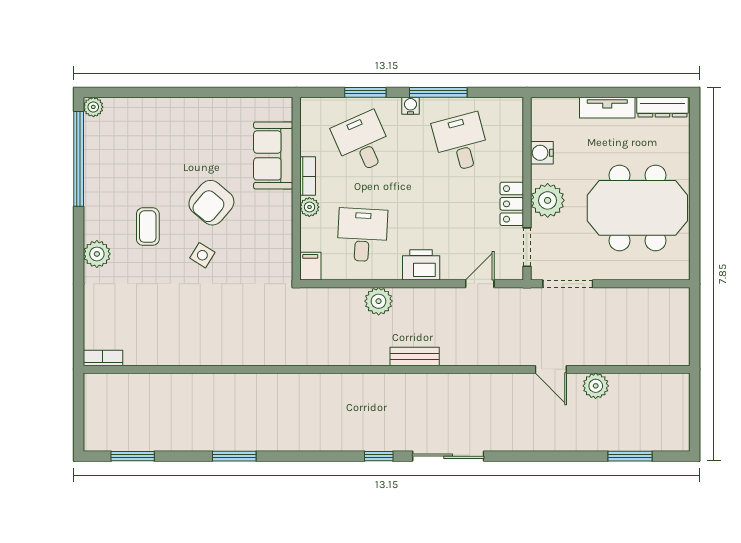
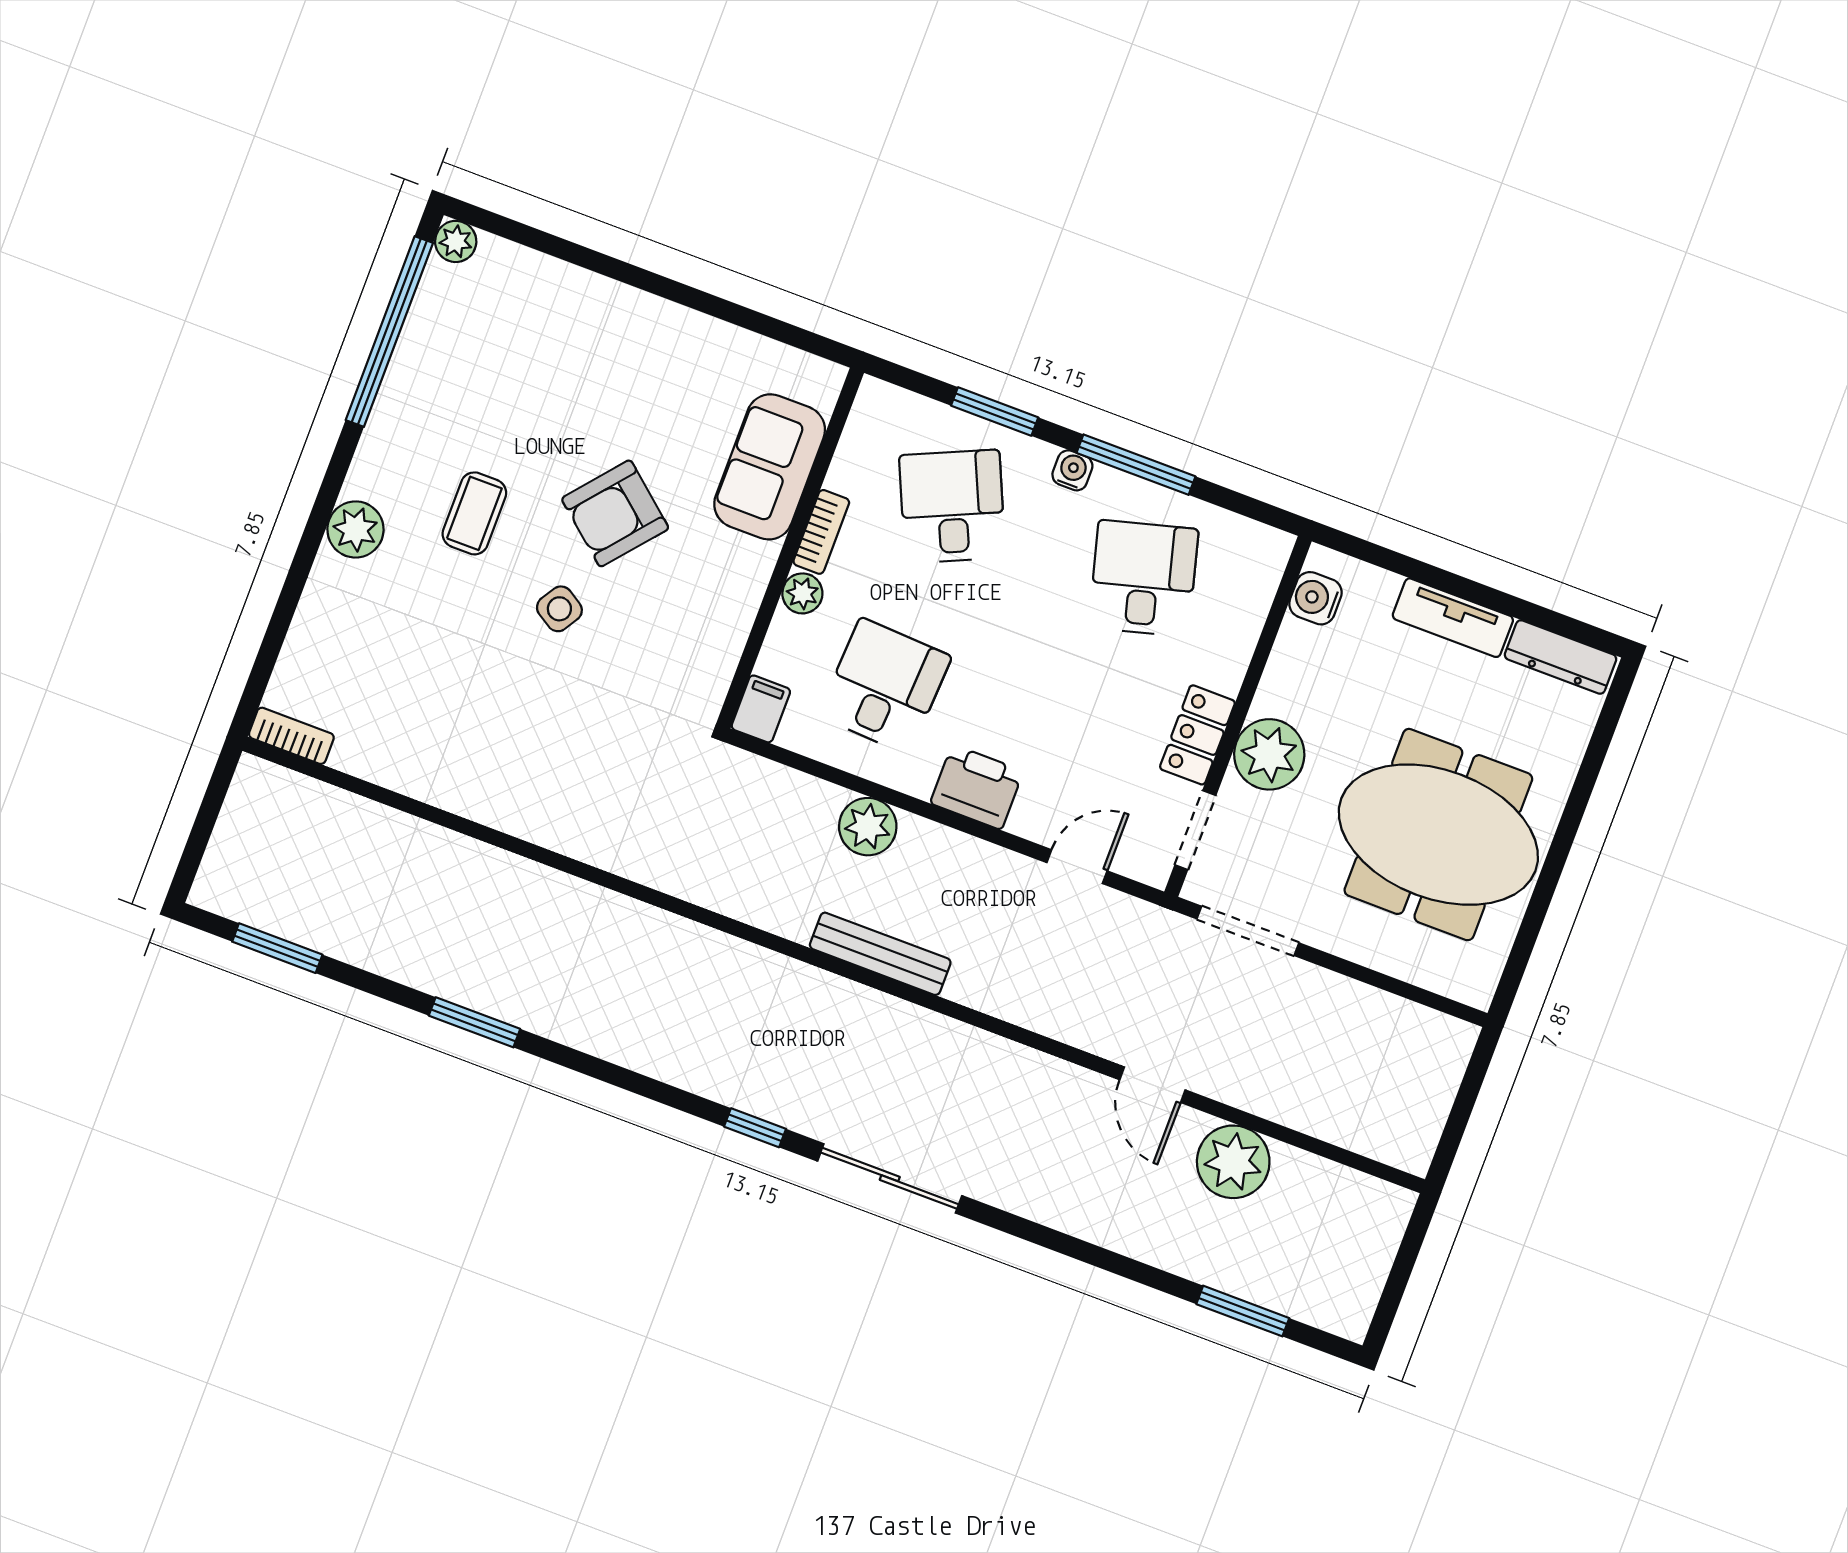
water cooler: (542, 153) -> (1315, 598), moved
bench: (415, 356) -> (880, 954), width x1.36
plant: (596, 386) -> (1233, 1162), width x1.36, depth x1.36

